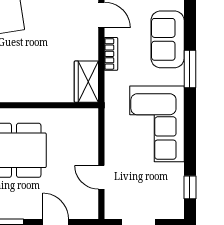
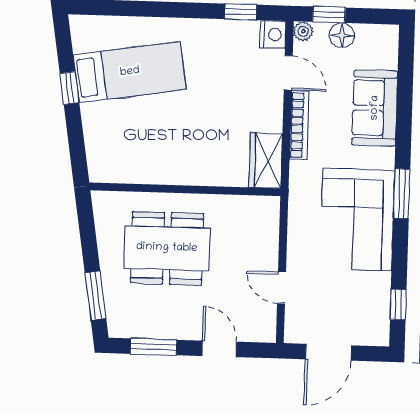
bookcase: (111, 54) -> (299, 125), width x1.56
window: (190, 69) -> (402, 194), moved

